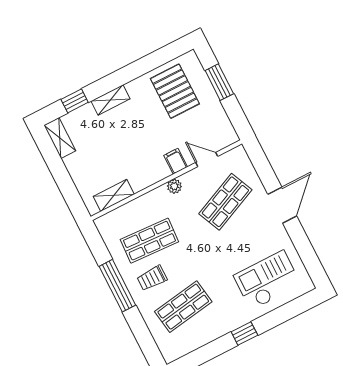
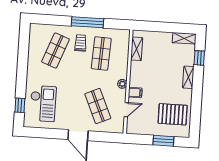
shop shelf: (183, 307) -> (55, 51), turned 30
window: (244, 333) -> (20, 105), moved

